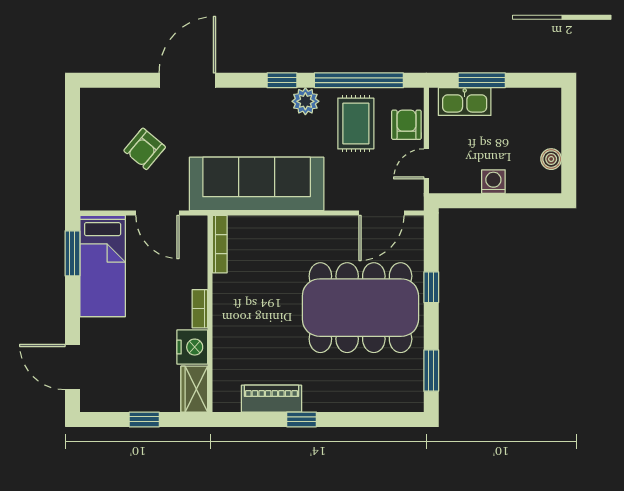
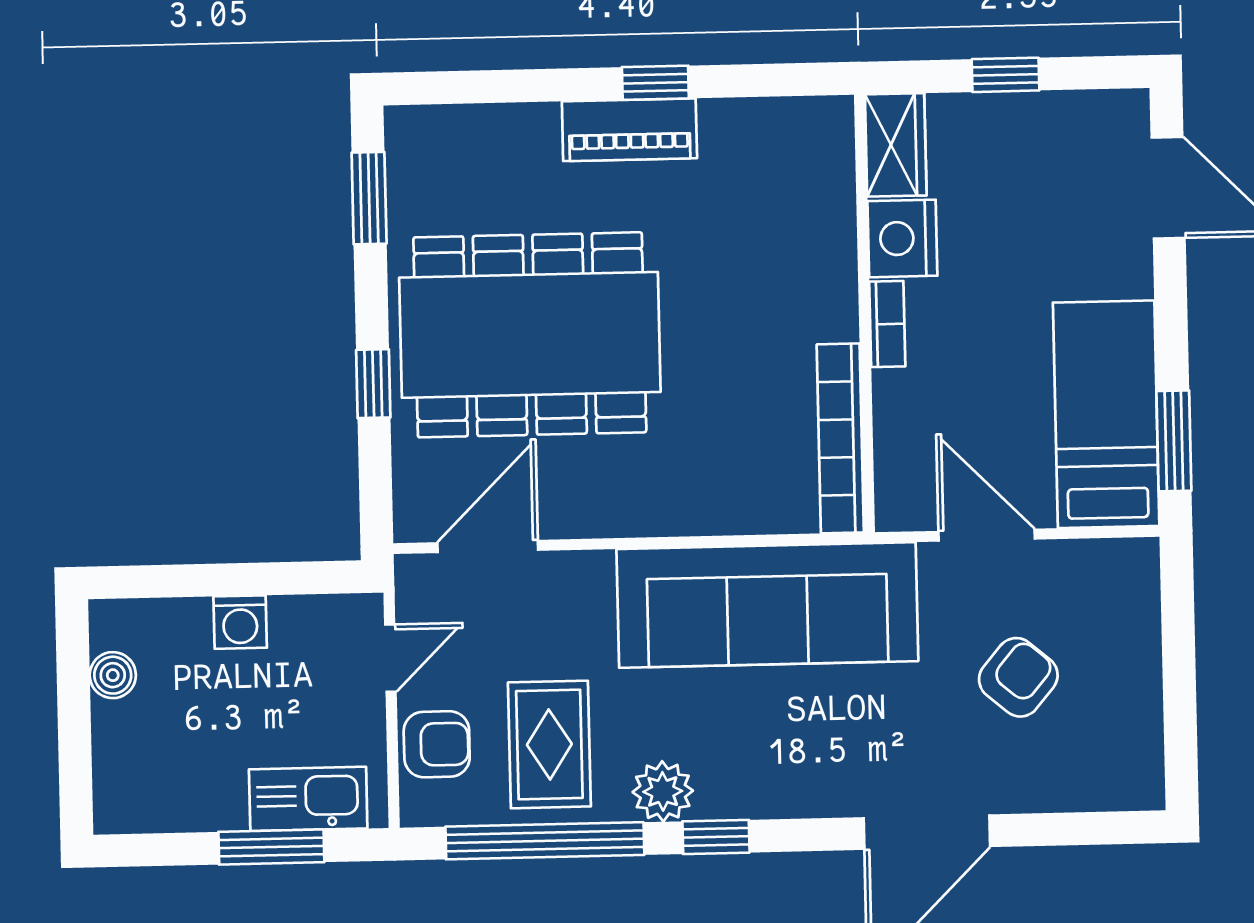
armchair: (406, 125) -> (437, 744), turned -90
bookcase: (220, 244) -> (840, 438), width x1.48, depth x1.31
piano: (271, 399) -> (629, 130), moved

